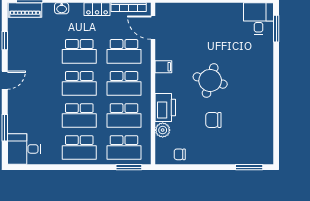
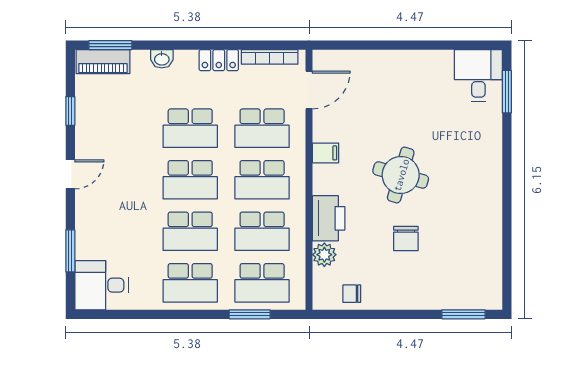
door: (153, 28) -> (309, 90), swing flipped
chair: (213, 120) -> (406, 238), turned -90
window: (129, 167) -> (250, 314), moved

